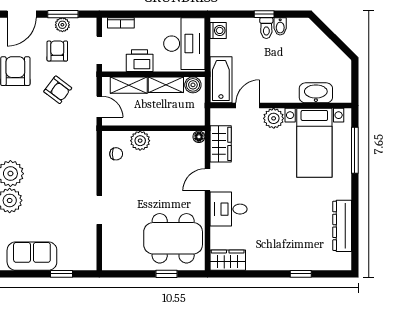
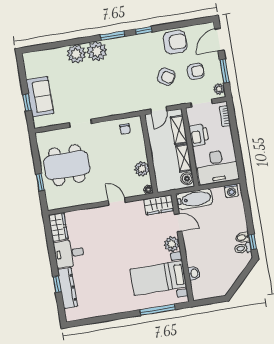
door: (22, 14) -> (219, 40), hinge flipped
window: (264, 14) -> (253, 242), moved
plant: (62, 25) -> (219, 89), moved
toilet: (266, 28) -> (243, 248), moved
armchair: (58, 90) -> (166, 77), turned -96
washbasin: (316, 93) -> (194, 273), width x0.52, depth x0.69
plant: (140, 141) -> (142, 169), moved
wardrobe: (221, 144) -> (159, 205), moved
desk: (229, 209) -> (69, 253), moved, turned -90
dresser: (342, 226) -> (68, 288), moved, turned 90
dining table: (173, 238) -> (67, 165), moved, turned 90
sofa: (32, 256) -> (40, 97), moved

